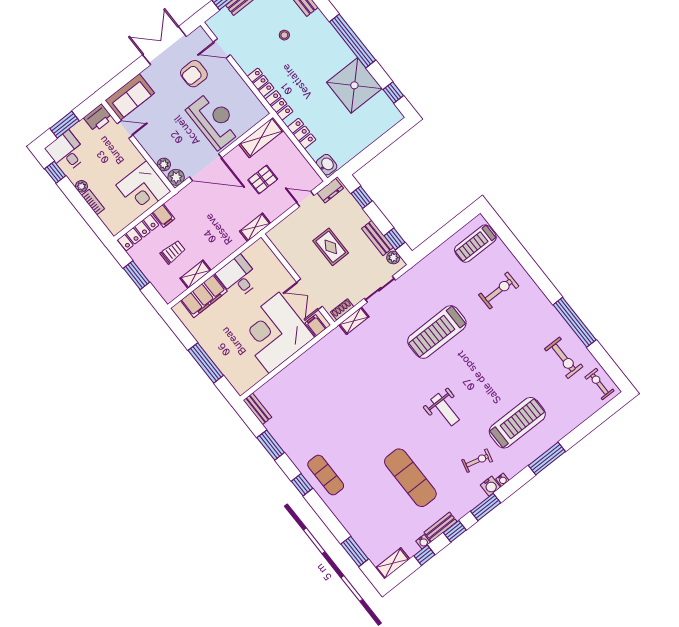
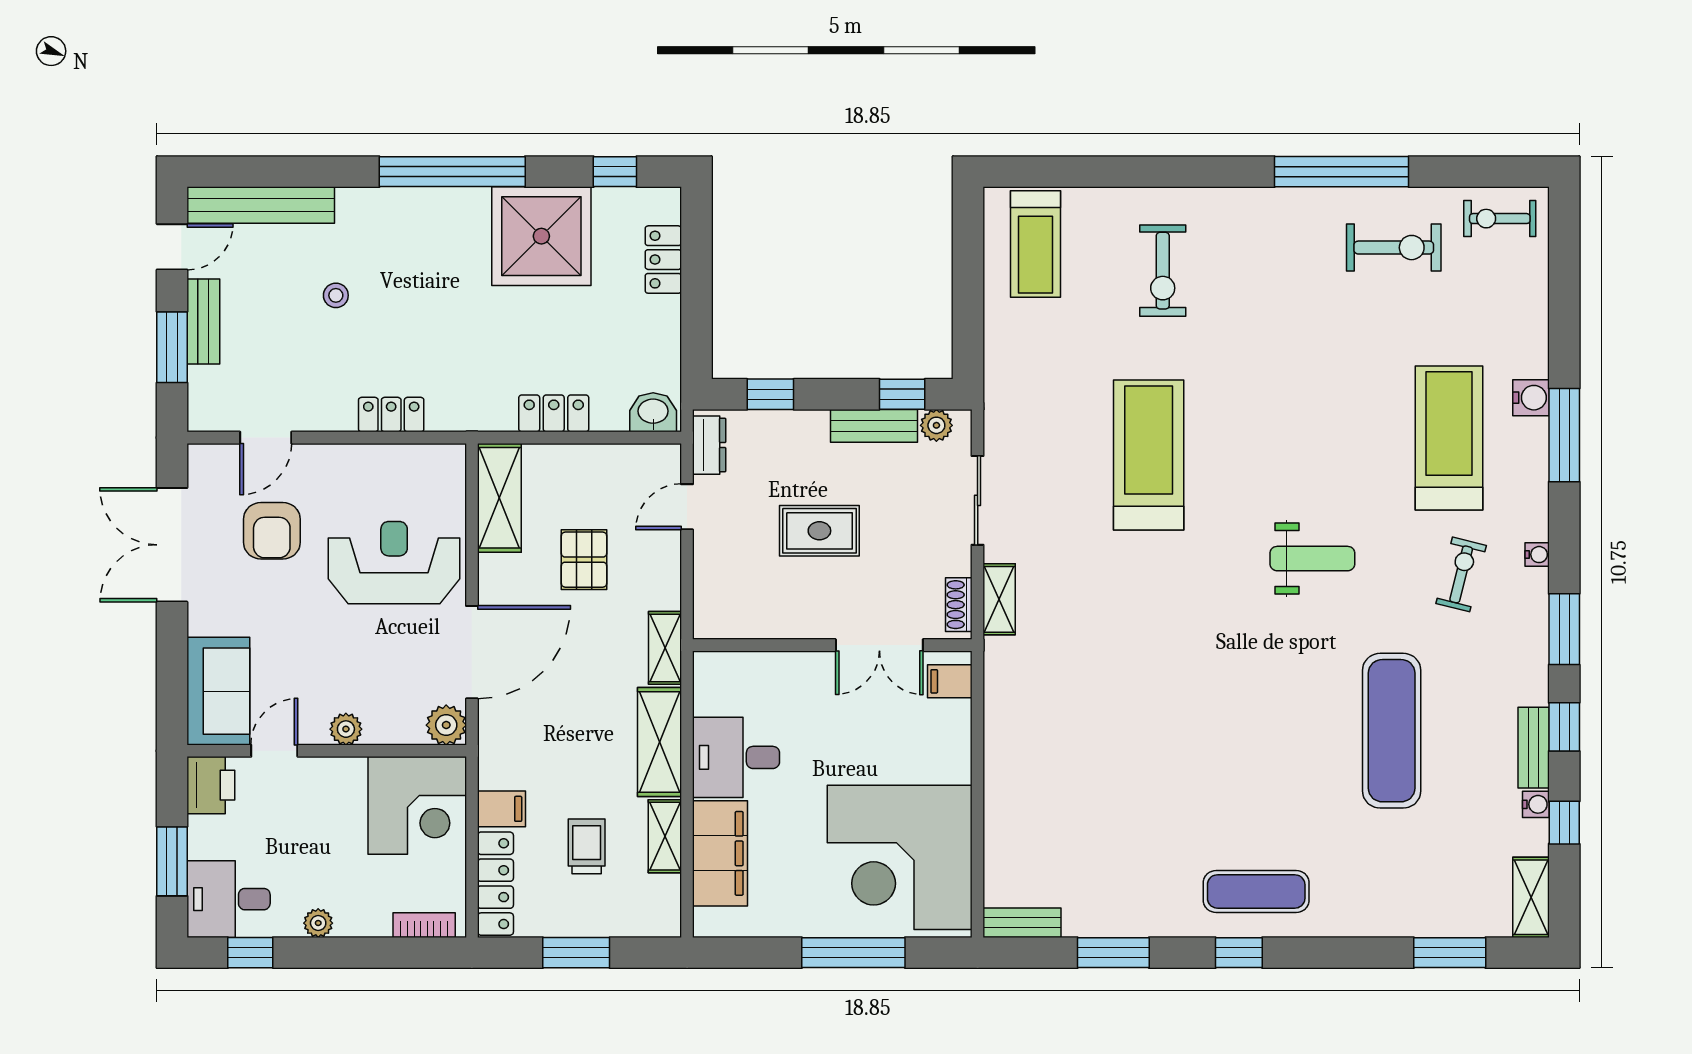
locker: (279, 105) -> (663, 260), moved, turned -90
plant: (164, 164) -> (346, 729), moved
bookcase: (93, 202) -> (424, 925), moved
shelving: (224, 249) -> (660, 742), added
exercise bike: (499, 290) -> (1163, 271), turned 180
treadmill: (437, 332) -> (1149, 455), turned 180
corner desk: (274, 333) -> (900, 857), moved
exercise mat: (410, 478) -> (1392, 731), turned 90
water cooler: (490, 486) -> (1531, 398), moved

